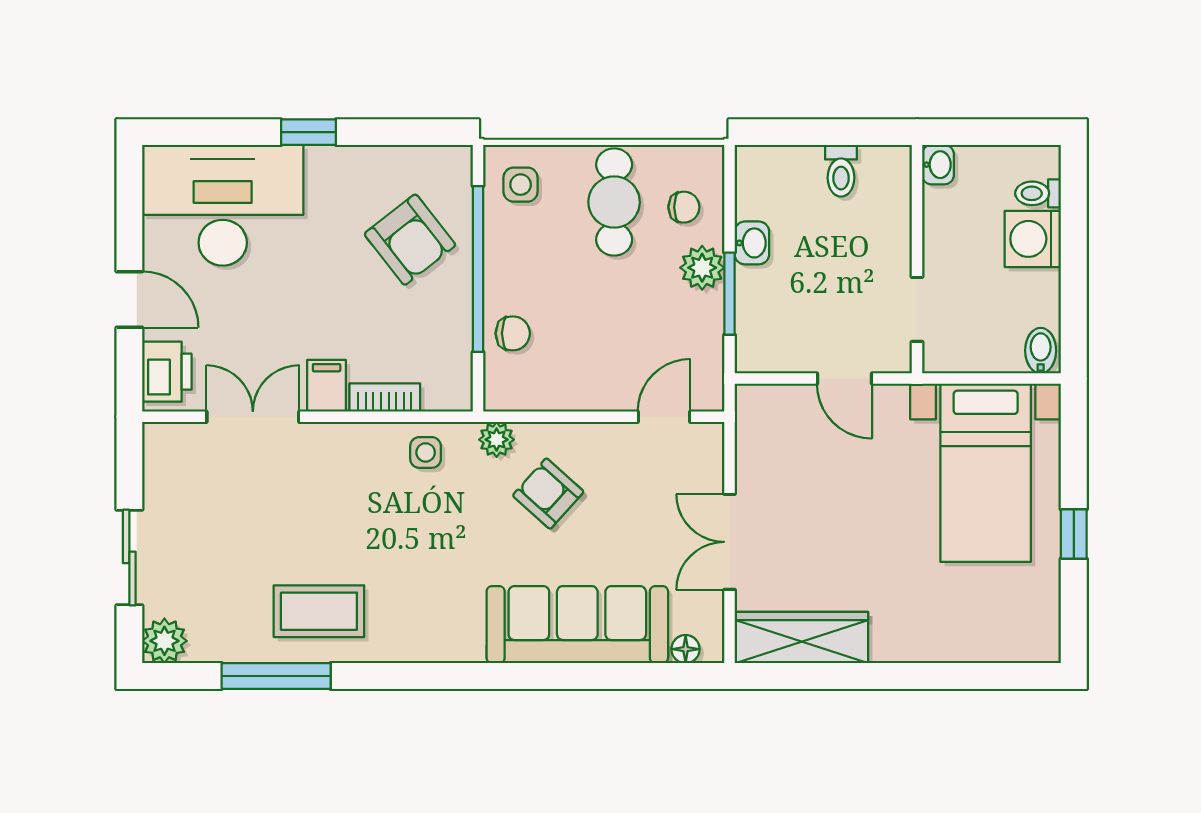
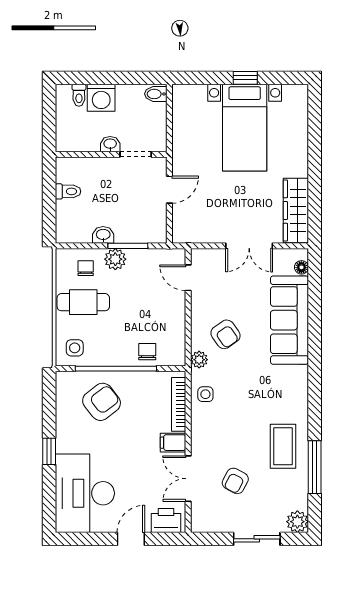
washbasin: (938, 165) -> (110, 144), moved
bookcase: (385, 398) -> (179, 404), width x1.56
bed with nightstands: (986, 473) -> (245, 128), moved, turned 90
armchair: (548, 494) -> (226, 334), turned -77
armchair: (248, 514) -> (235, 481), added

